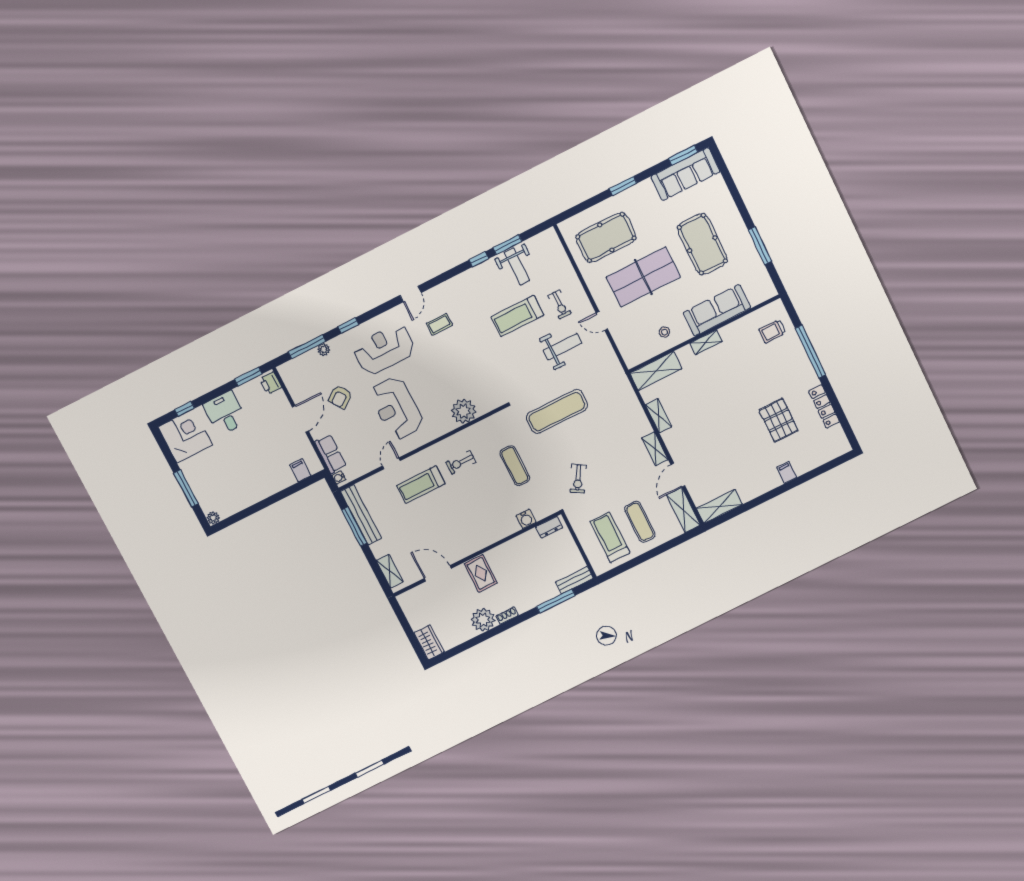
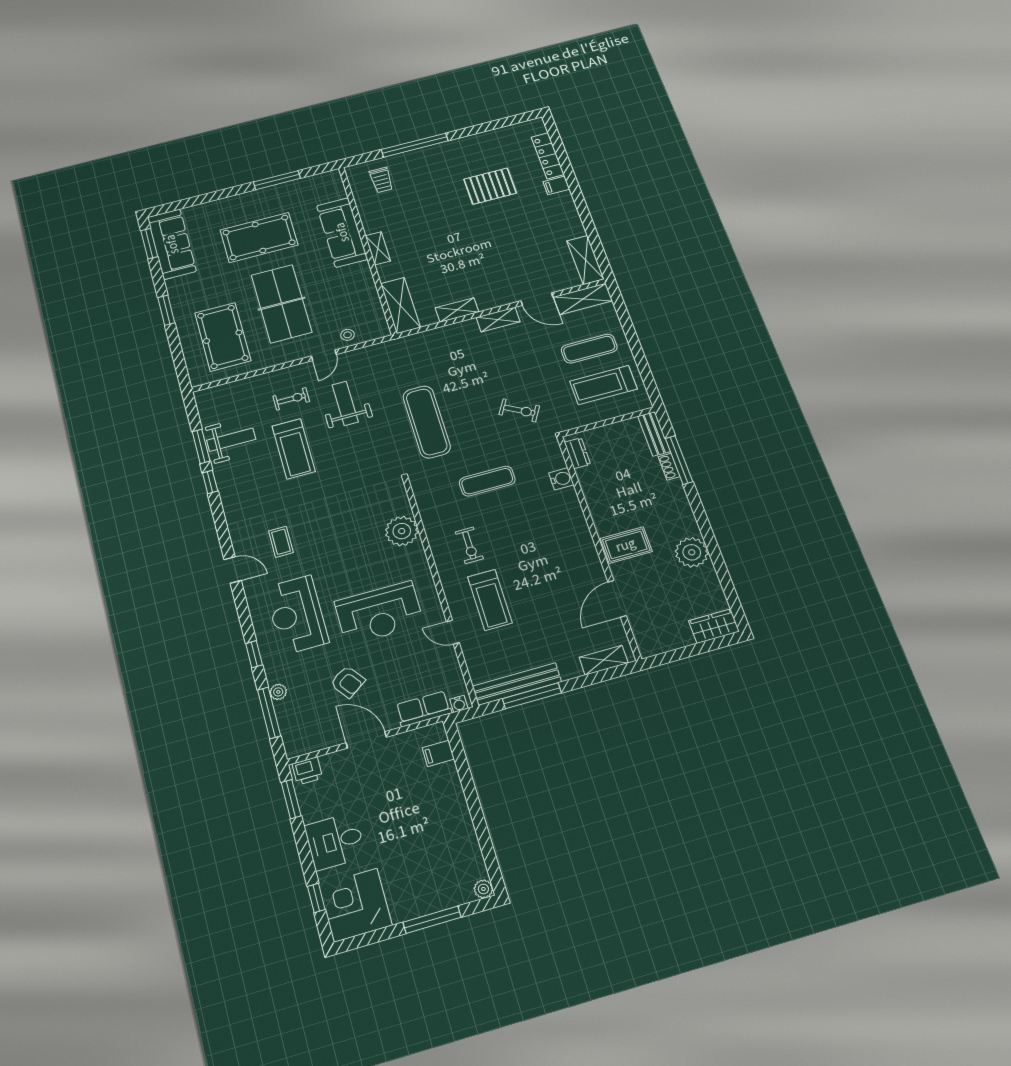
stool: (665, 332) -> (348, 335), moved
locker: (824, 406) -> (548, 156), moved, turned 90
shoe rack: (507, 616) -> (669, 467), moved

